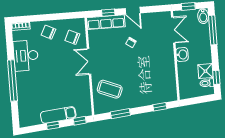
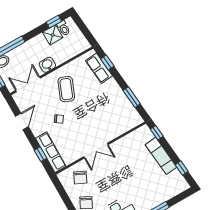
door: (133, 11) -> (22, 121), moved
coffee table: (110, 89) -> (66, 89), moved
row of seats: (158, 97) -> (99, 68), added
window: (53, 125) -> (182, 168), moved

